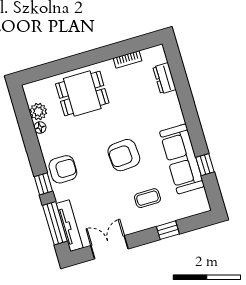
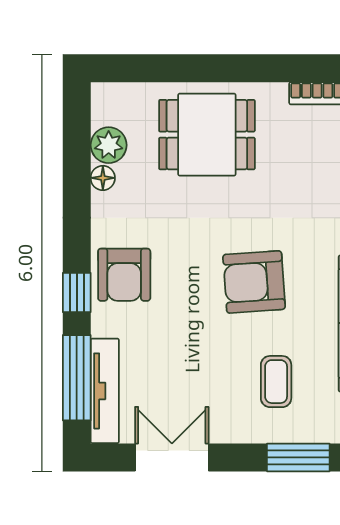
armchair: (63, 169) -> (124, 275), turned 90
coffee table: (147, 198) -> (276, 382), turned 90
window: (168, 230) -> (298, 457), width x1.50

